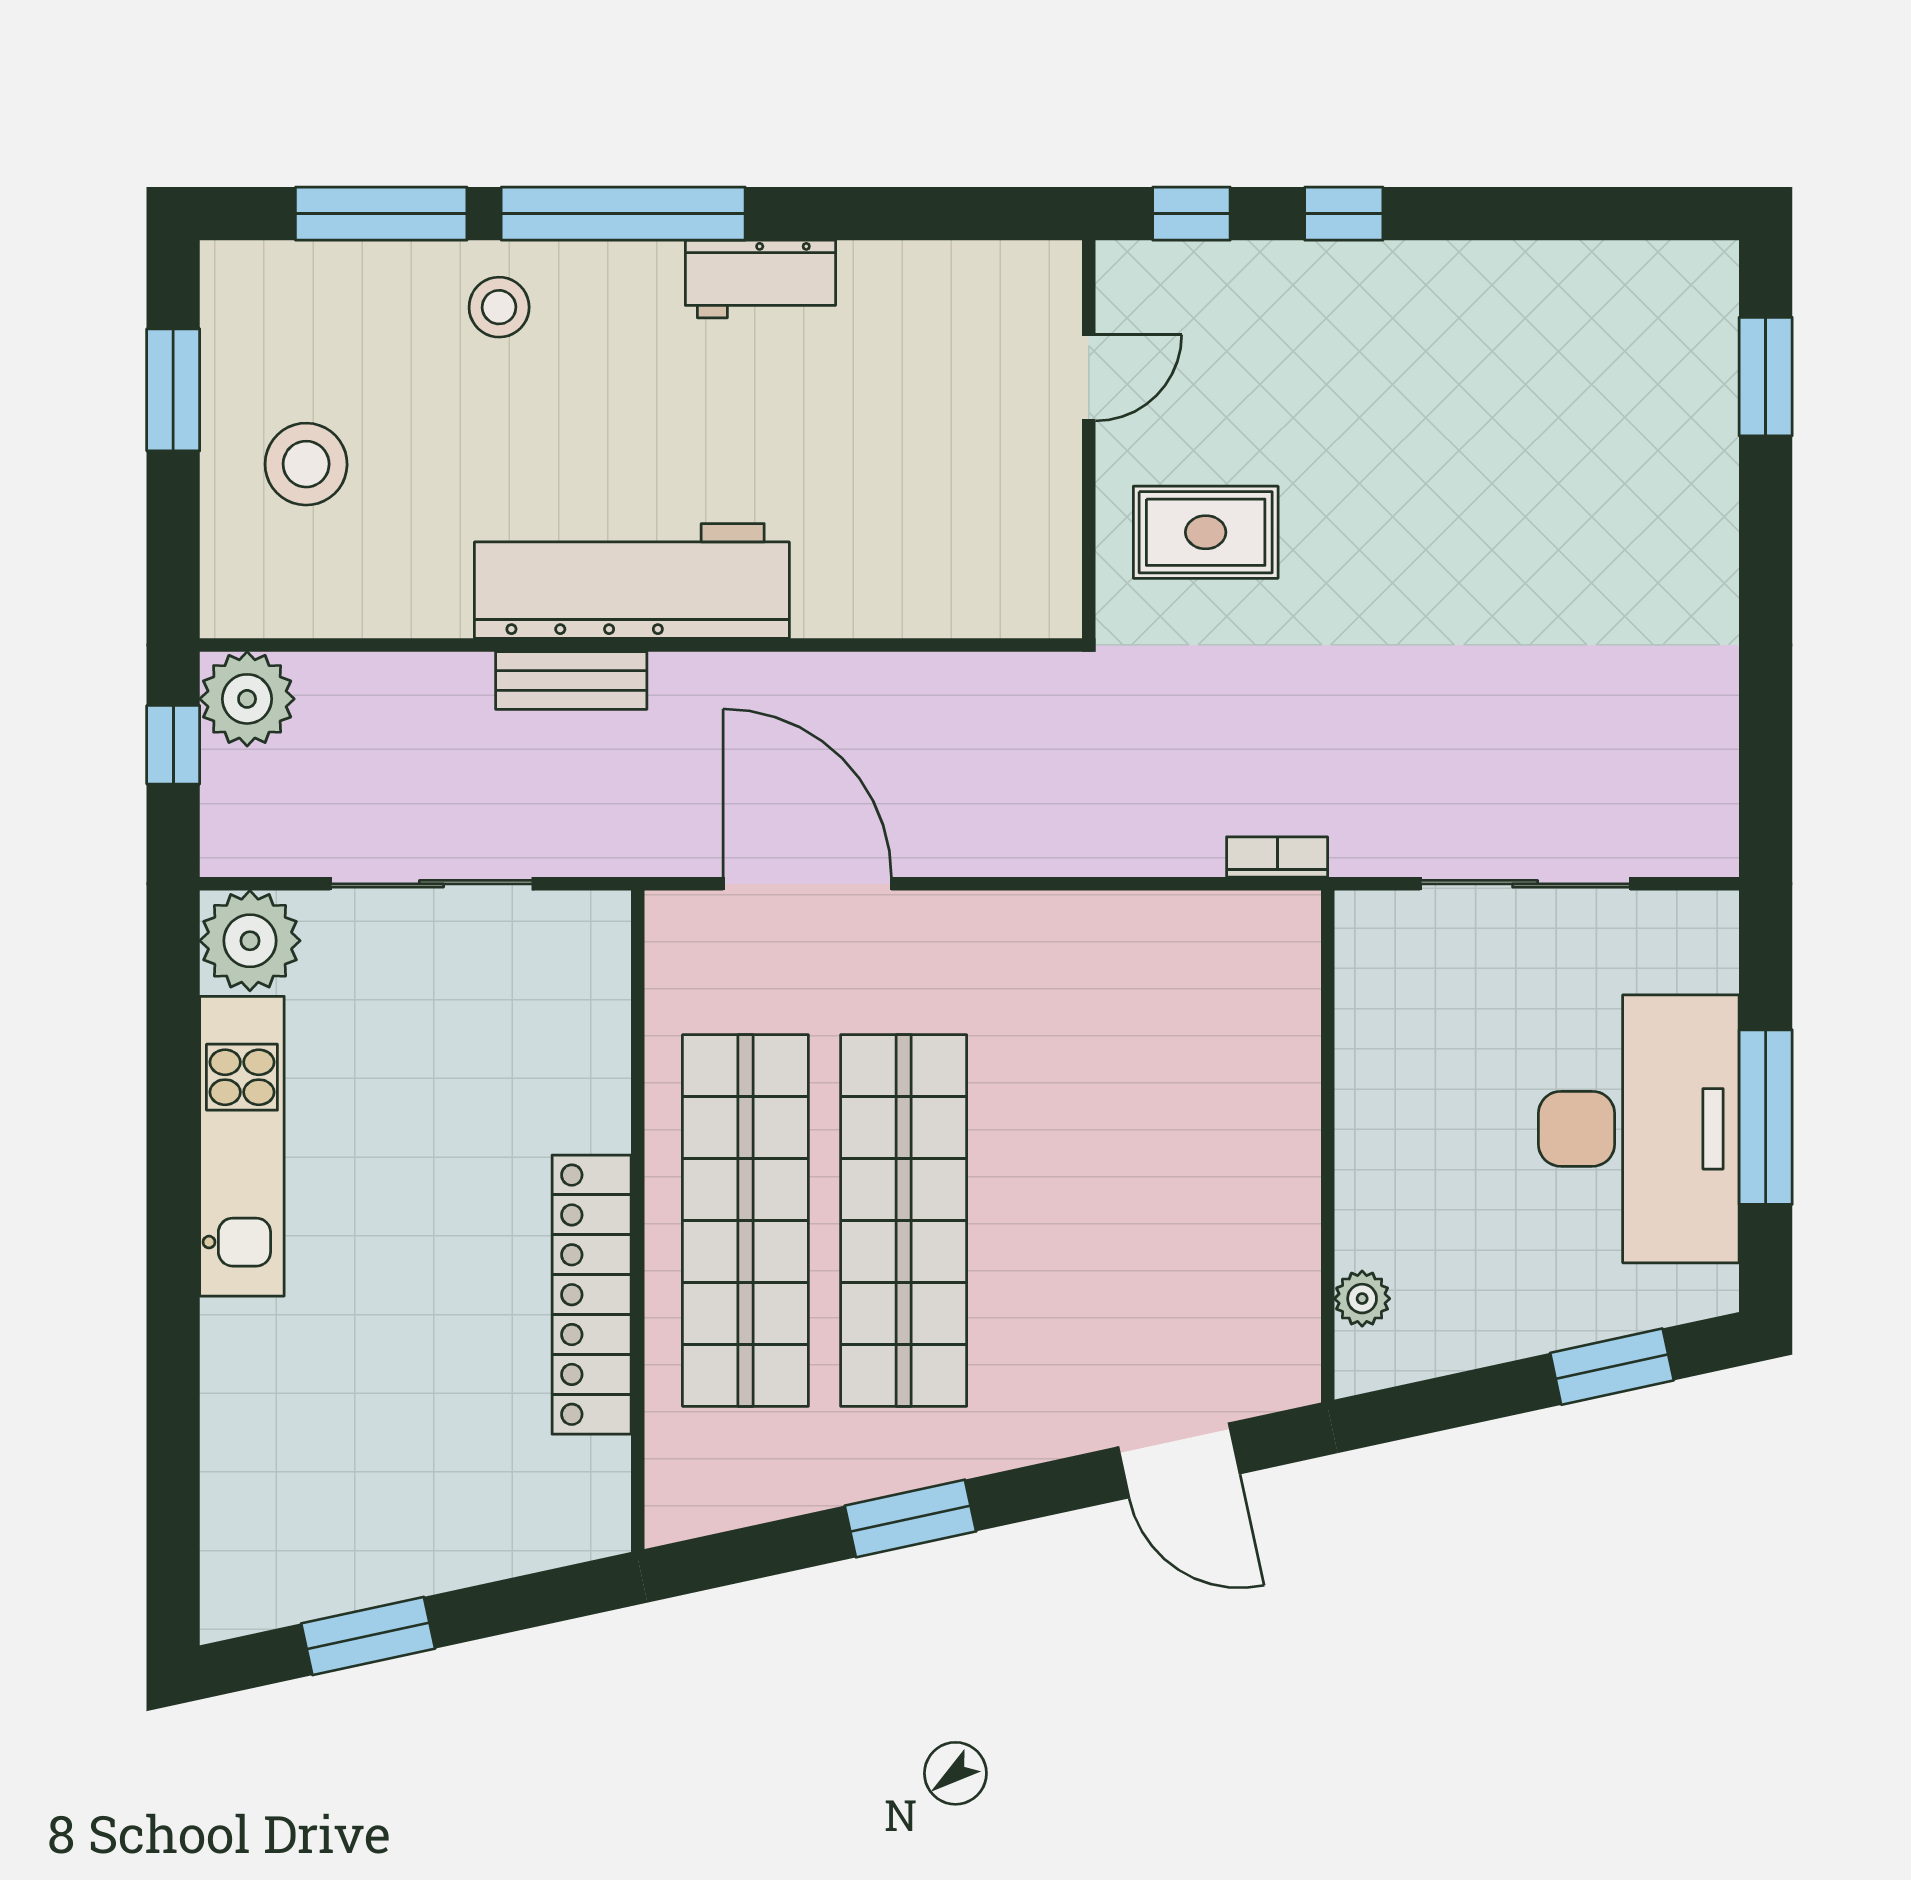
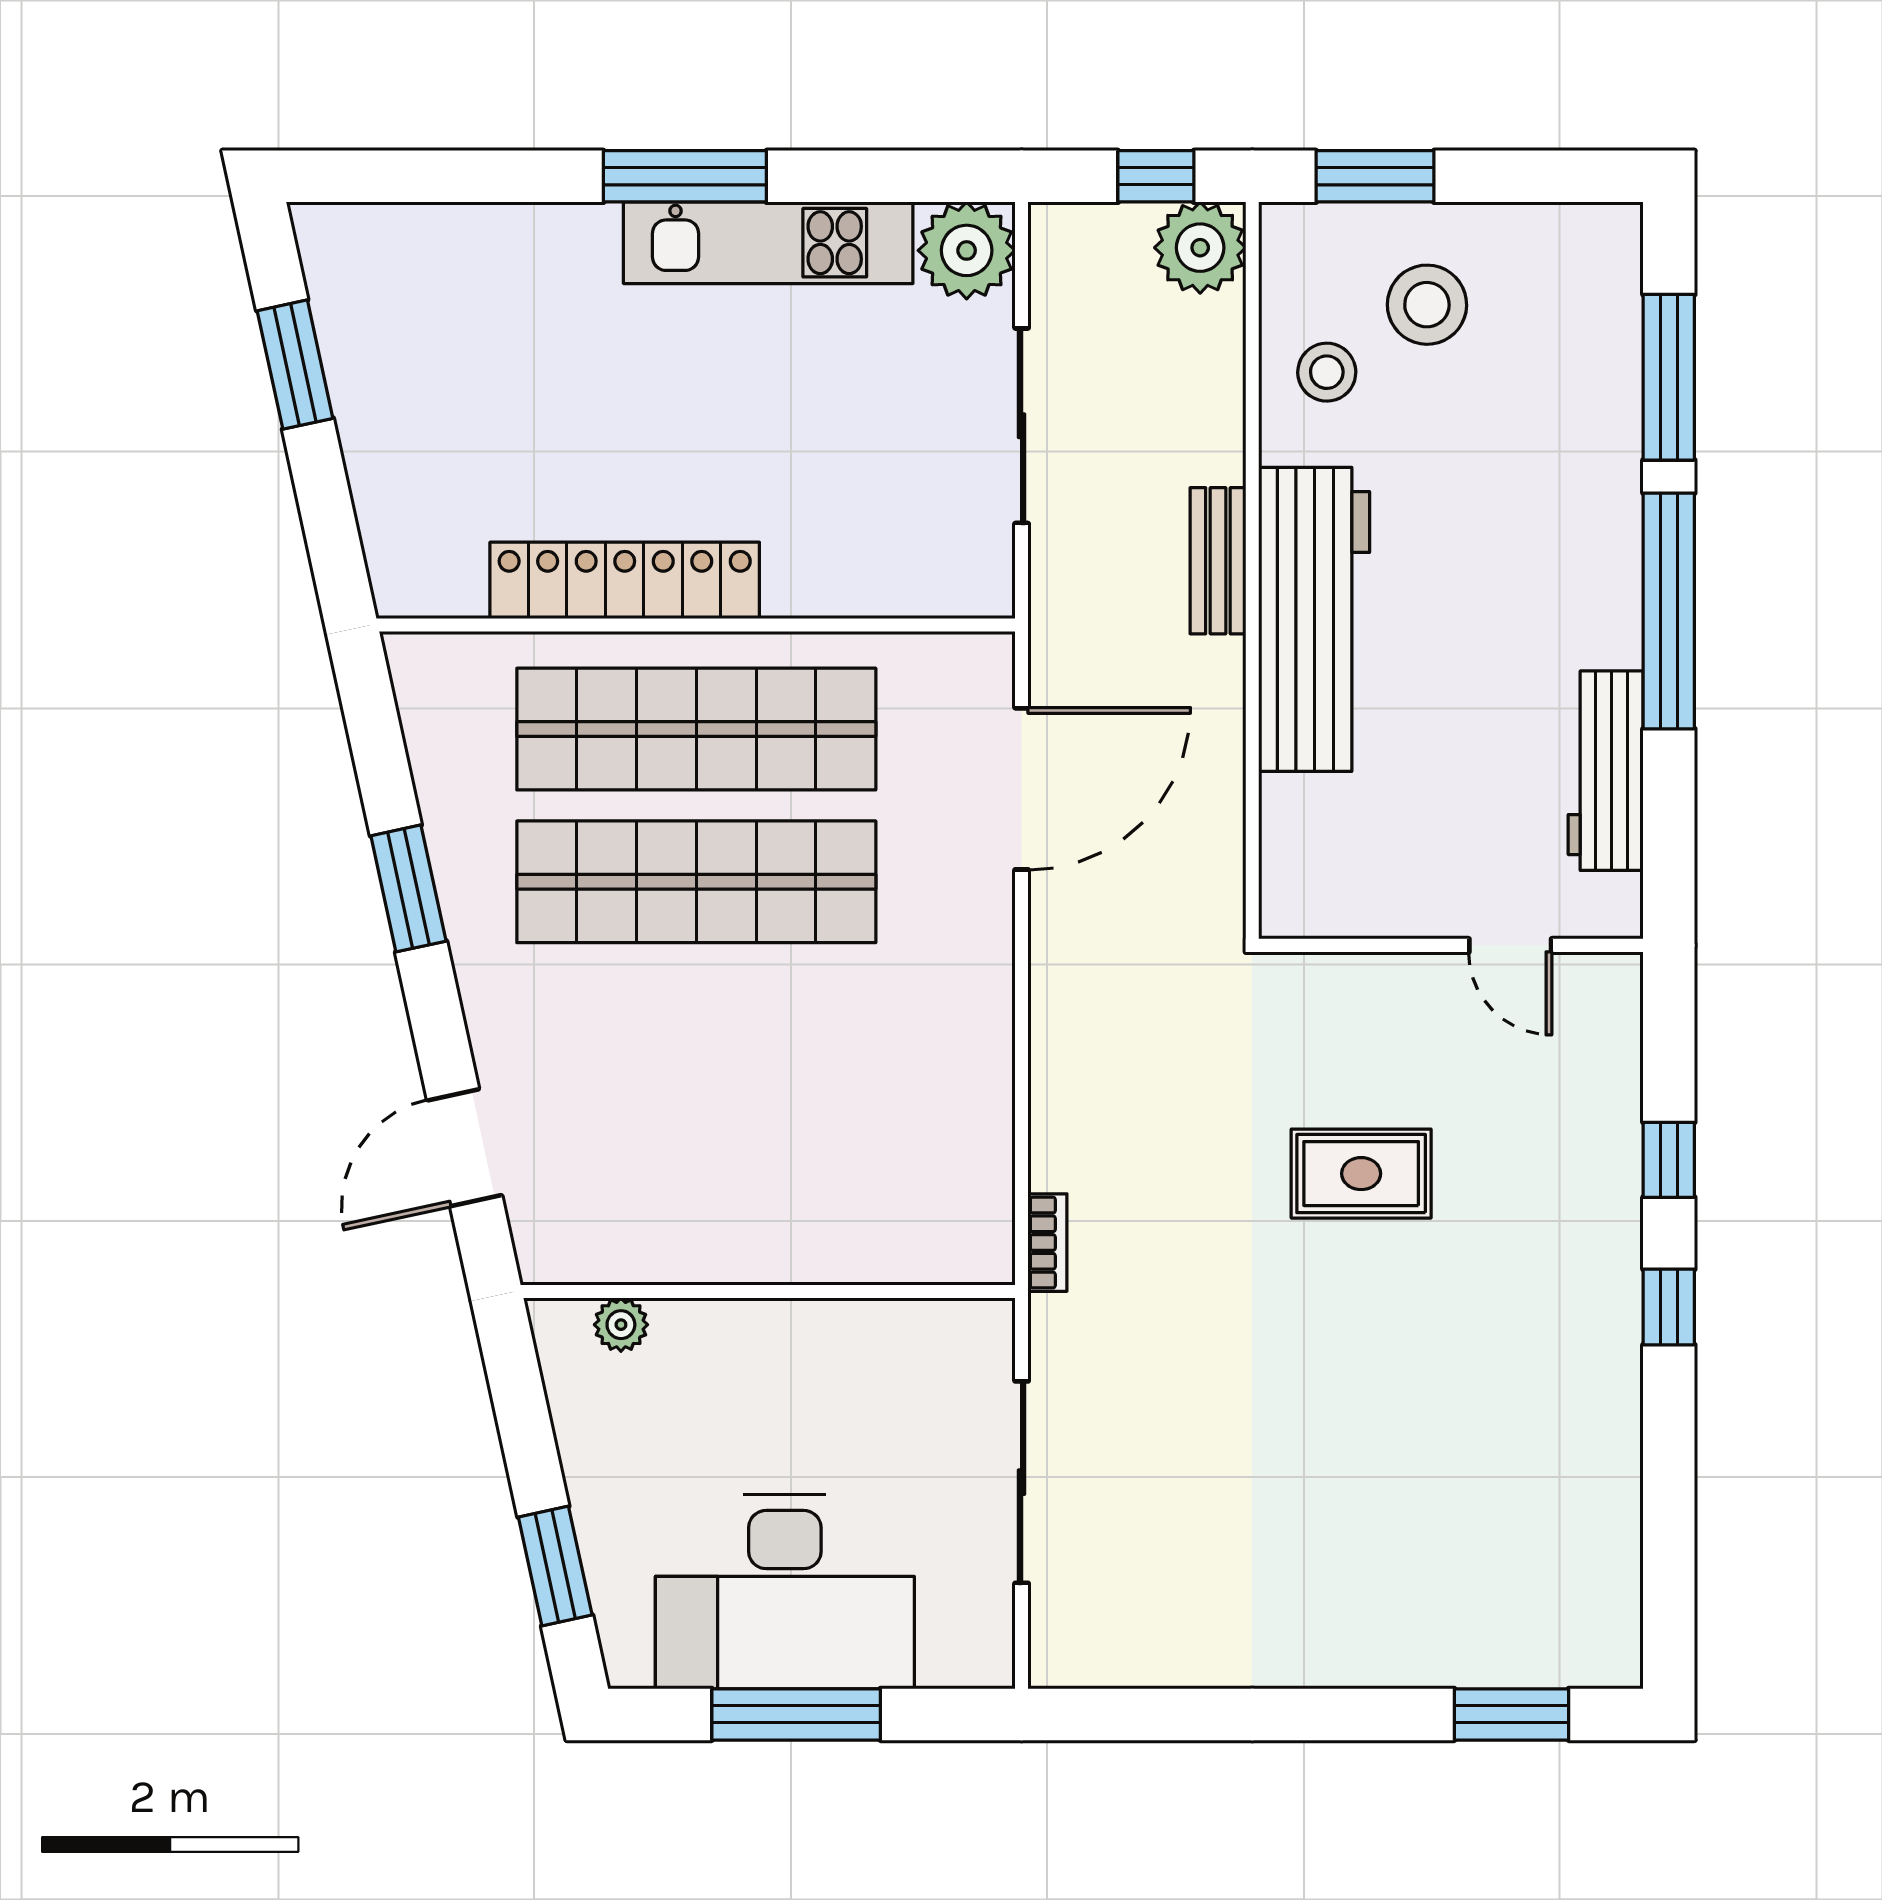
workbench: (760, 279) -> (1606, 771), width x1.38
stool: (499, 307) -> (1327, 372), moved
door: (1089, 378) -> (1510, 945), moved
window: (173, 390) -> (1375, 176), moved
wall: (1089, 439) -> (1451, 945), moved
rug: (1206, 532) -> (1361, 1174), turned 90
window: (173, 1232) -> (685, 176), added

